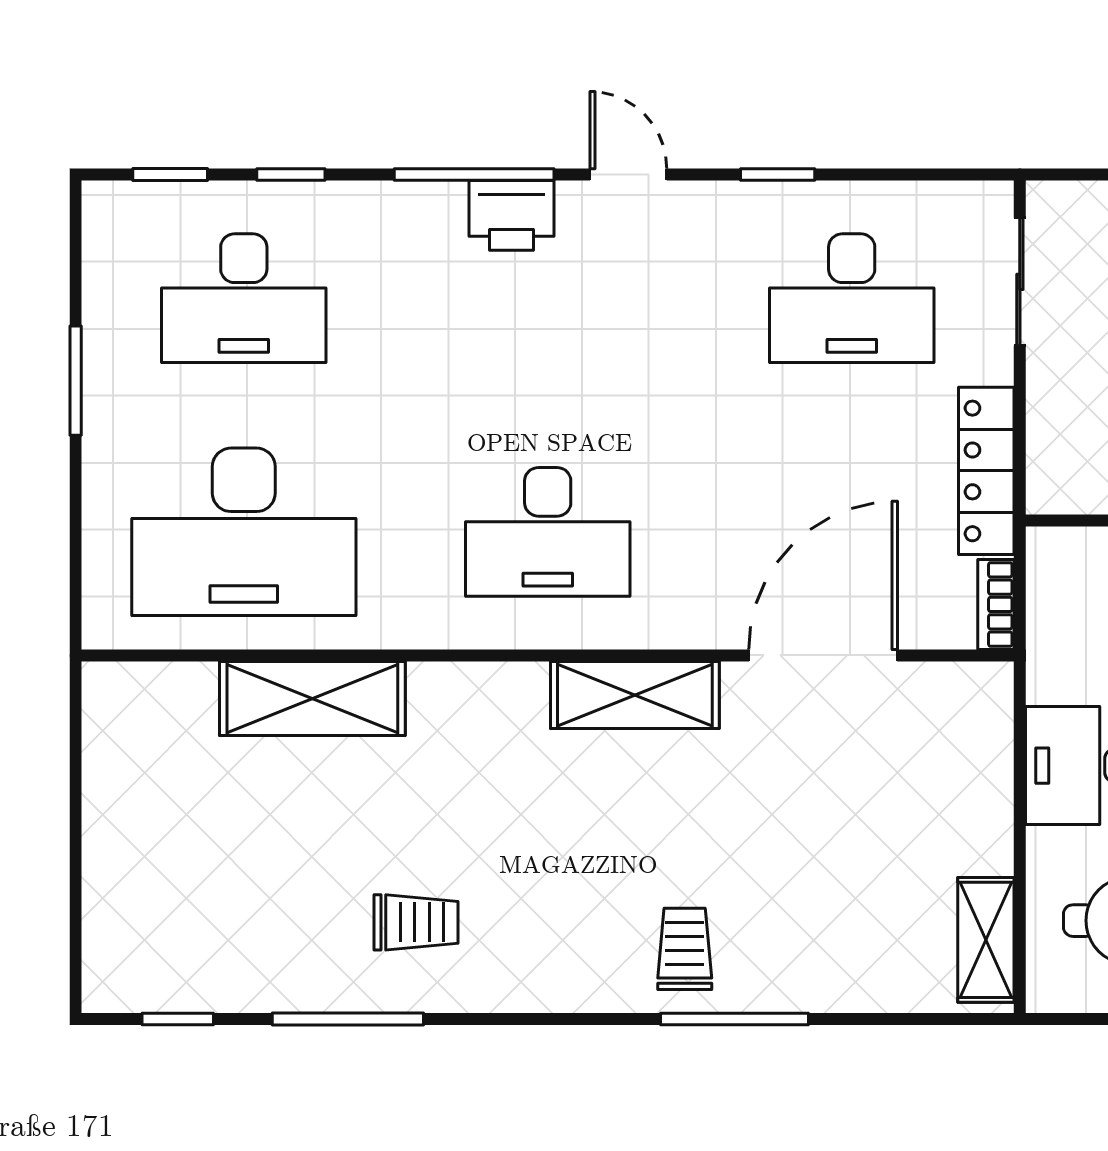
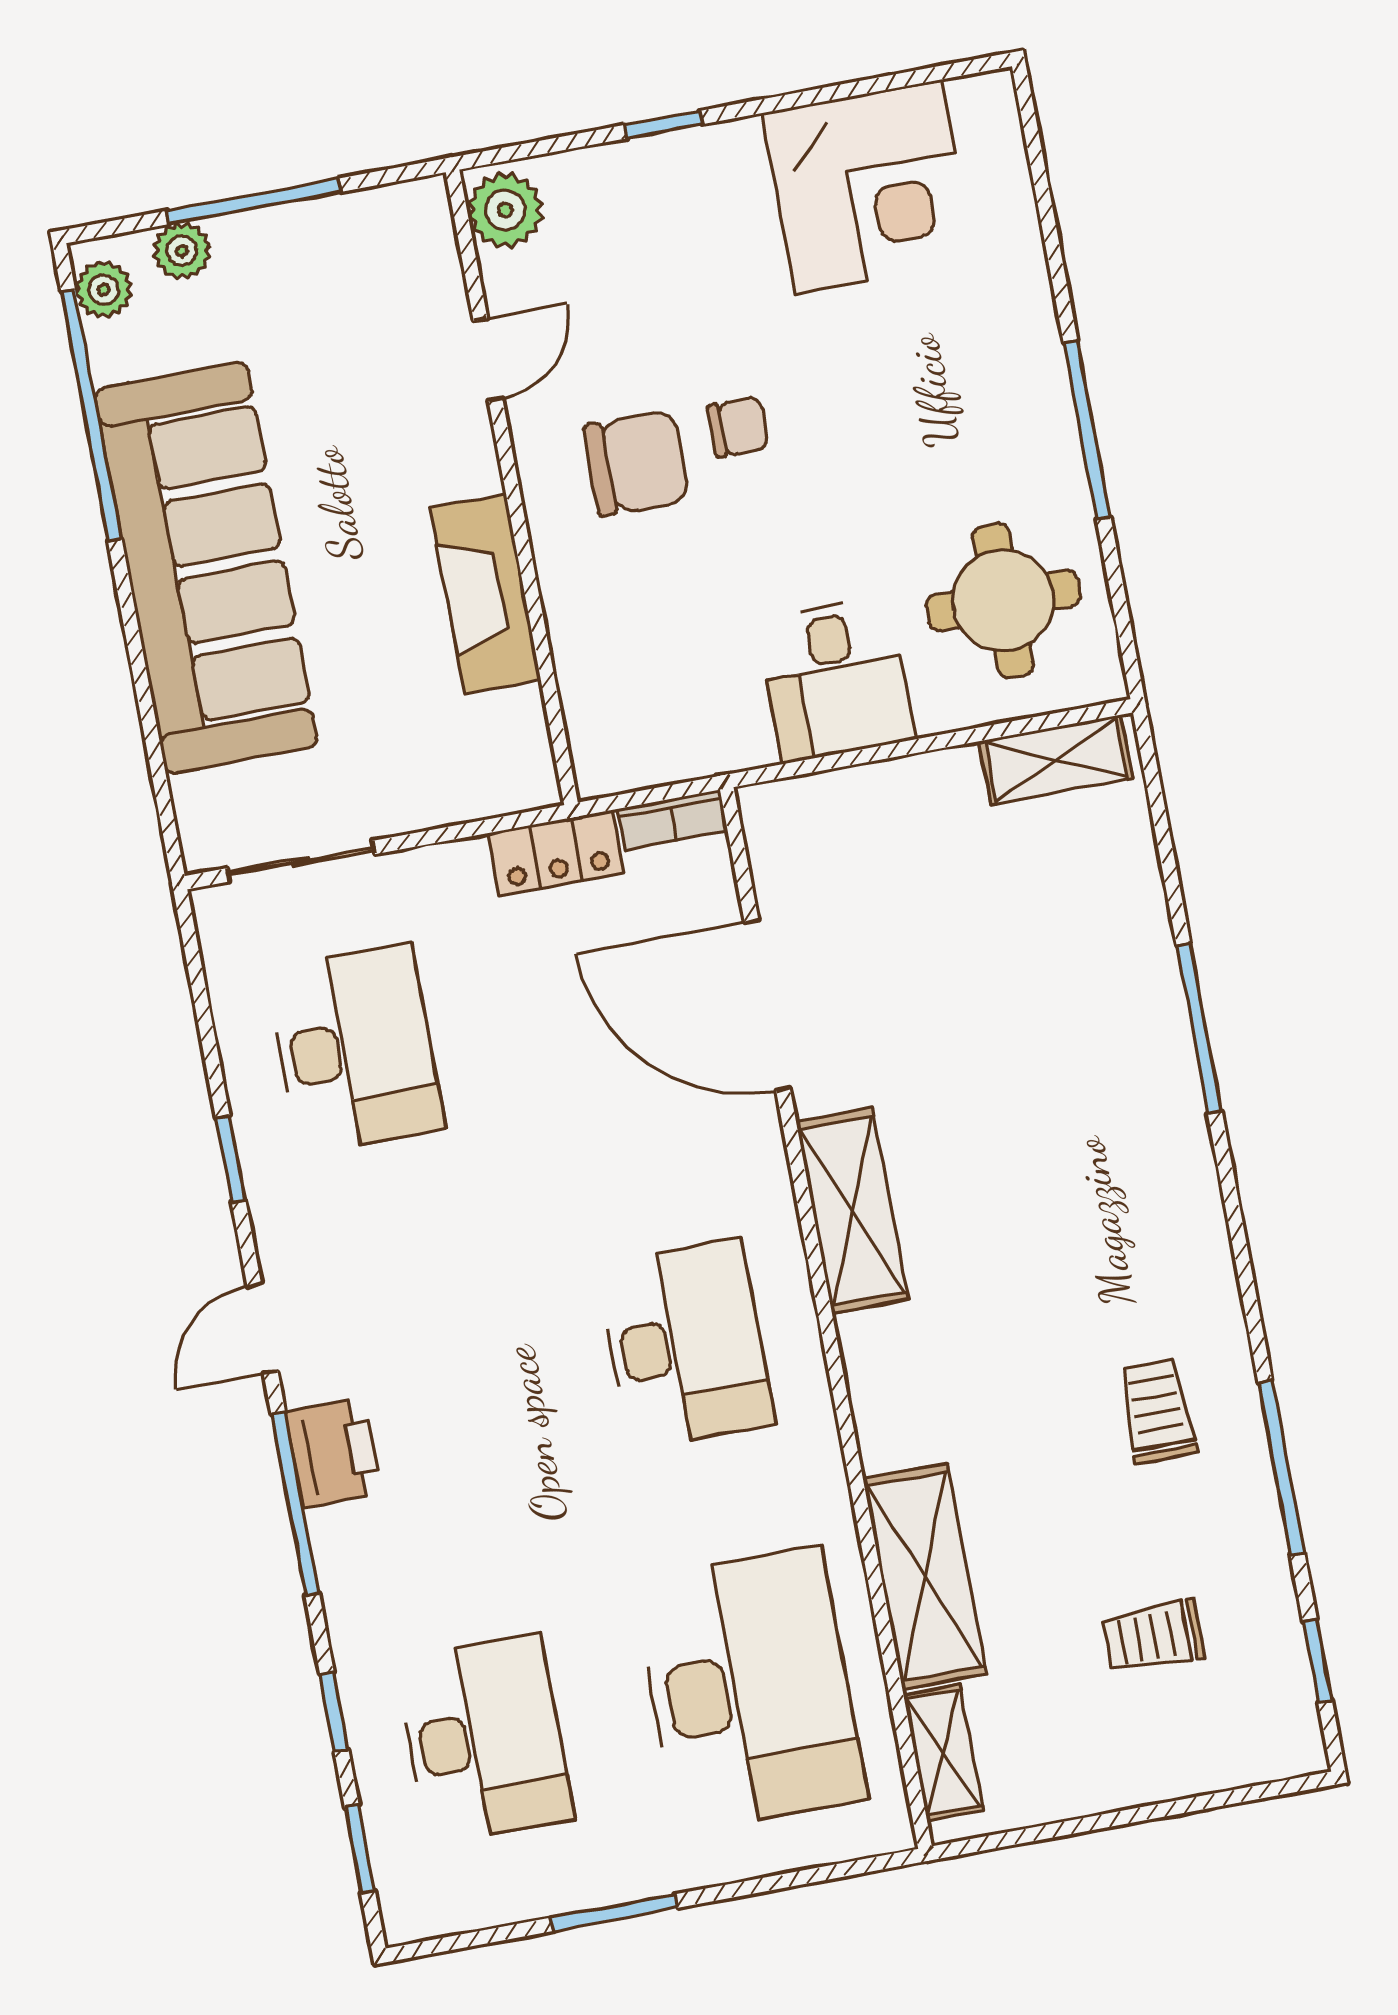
locker: (986, 471) -> (556, 853), width x0.66
shelving: (159, 686) -> (943, 1753), added
trolley: (685, 949) -> (1153, 1637), moved

